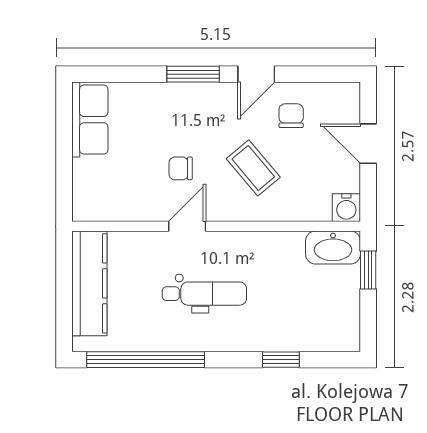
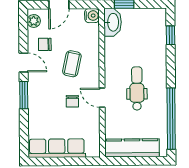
plant: (337, 95) -> (34, 21), added
row of seats: (90, 120) -> (57, 148), width x1.48
coffee table: (253, 168) -> (72, 64), turned -38
window: (281, 360) -> (171, 35), moved

